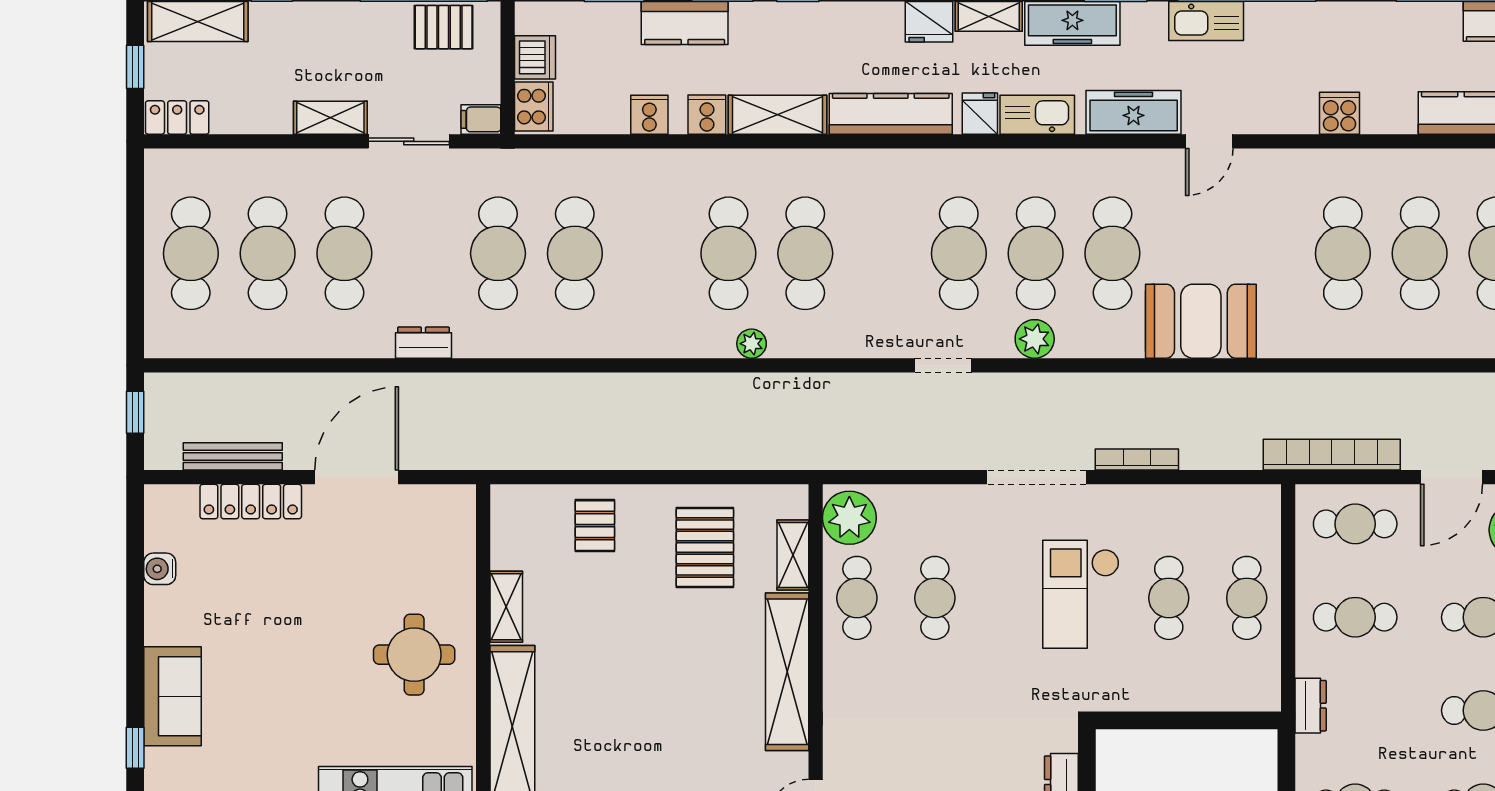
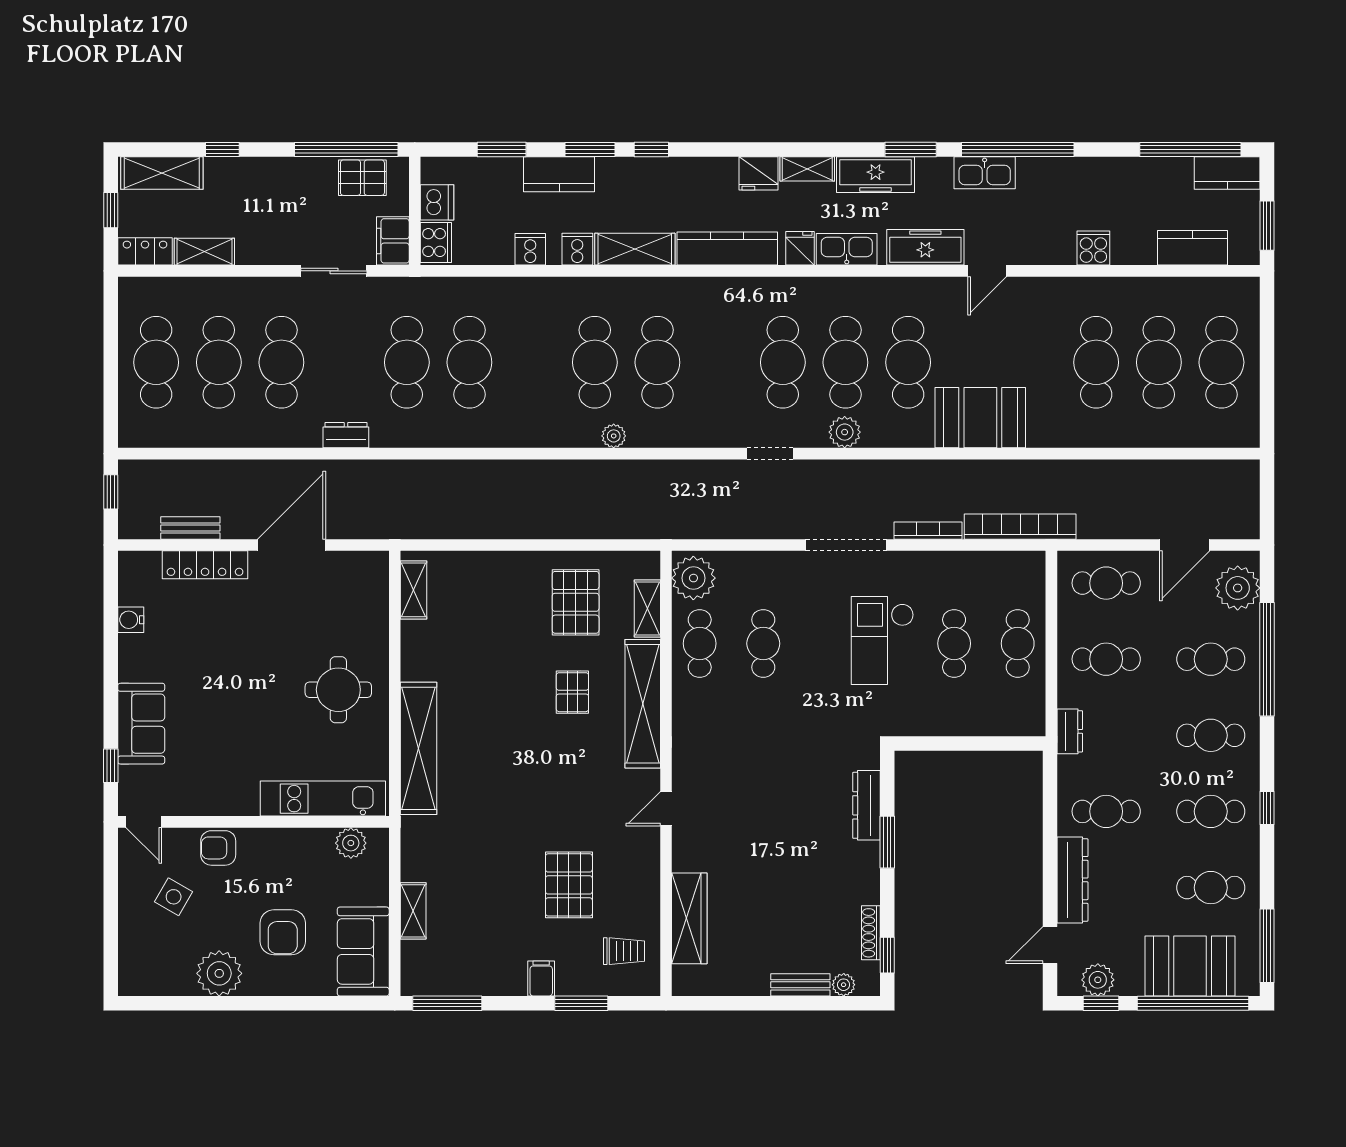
shelving: (330, 118) -> (204, 252), moved
filing cabinet: (481, 119) -> (393, 241), width x2.00
bookcase: (1332, 455) -> (1020, 527), moved
bench: (233, 456) -> (190, 528), width x0.73
pallet: (595, 526) -> (572, 692), moved
shelving: (506, 607) -> (414, 590), moved

